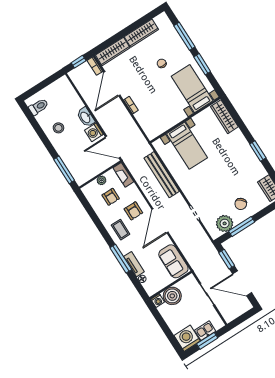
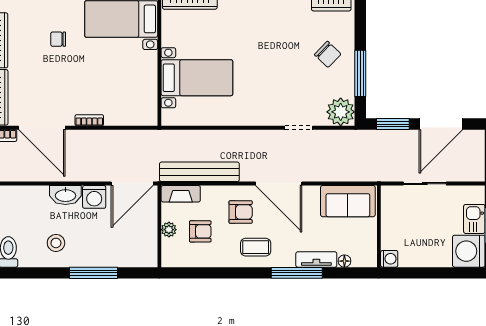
window: (64, 170) -> (93, 273), moved
bench: (162, 175) -> (199, 172), moved
plant: (225, 223) -> (341, 112), moved
boiler: (172, 296) -> (396, 234), removed

